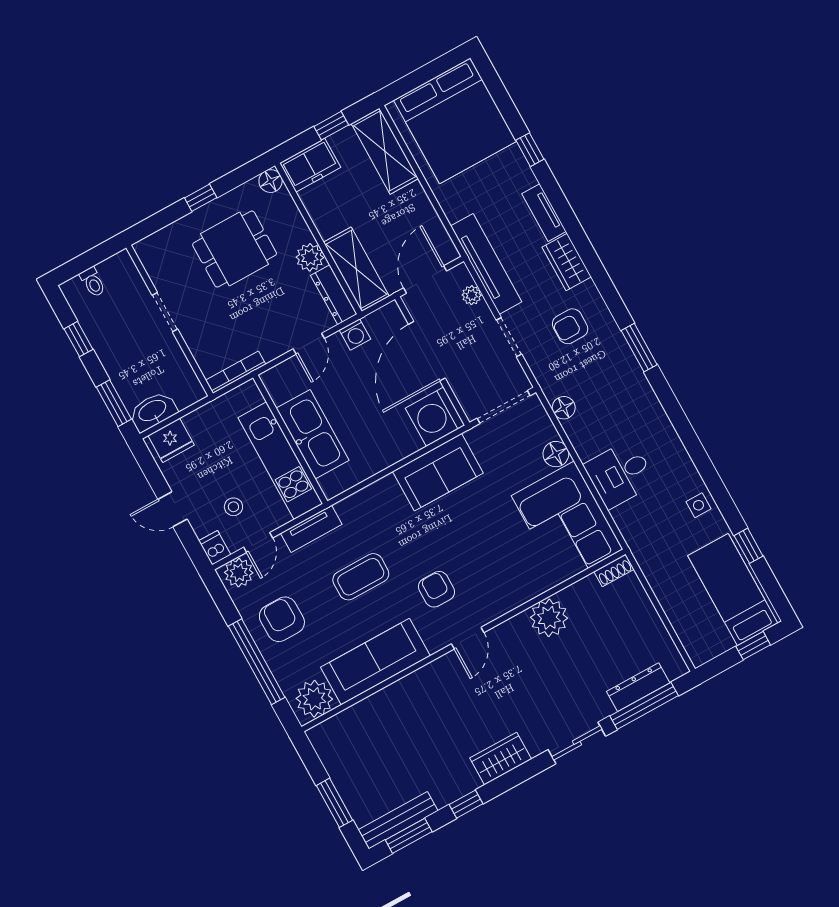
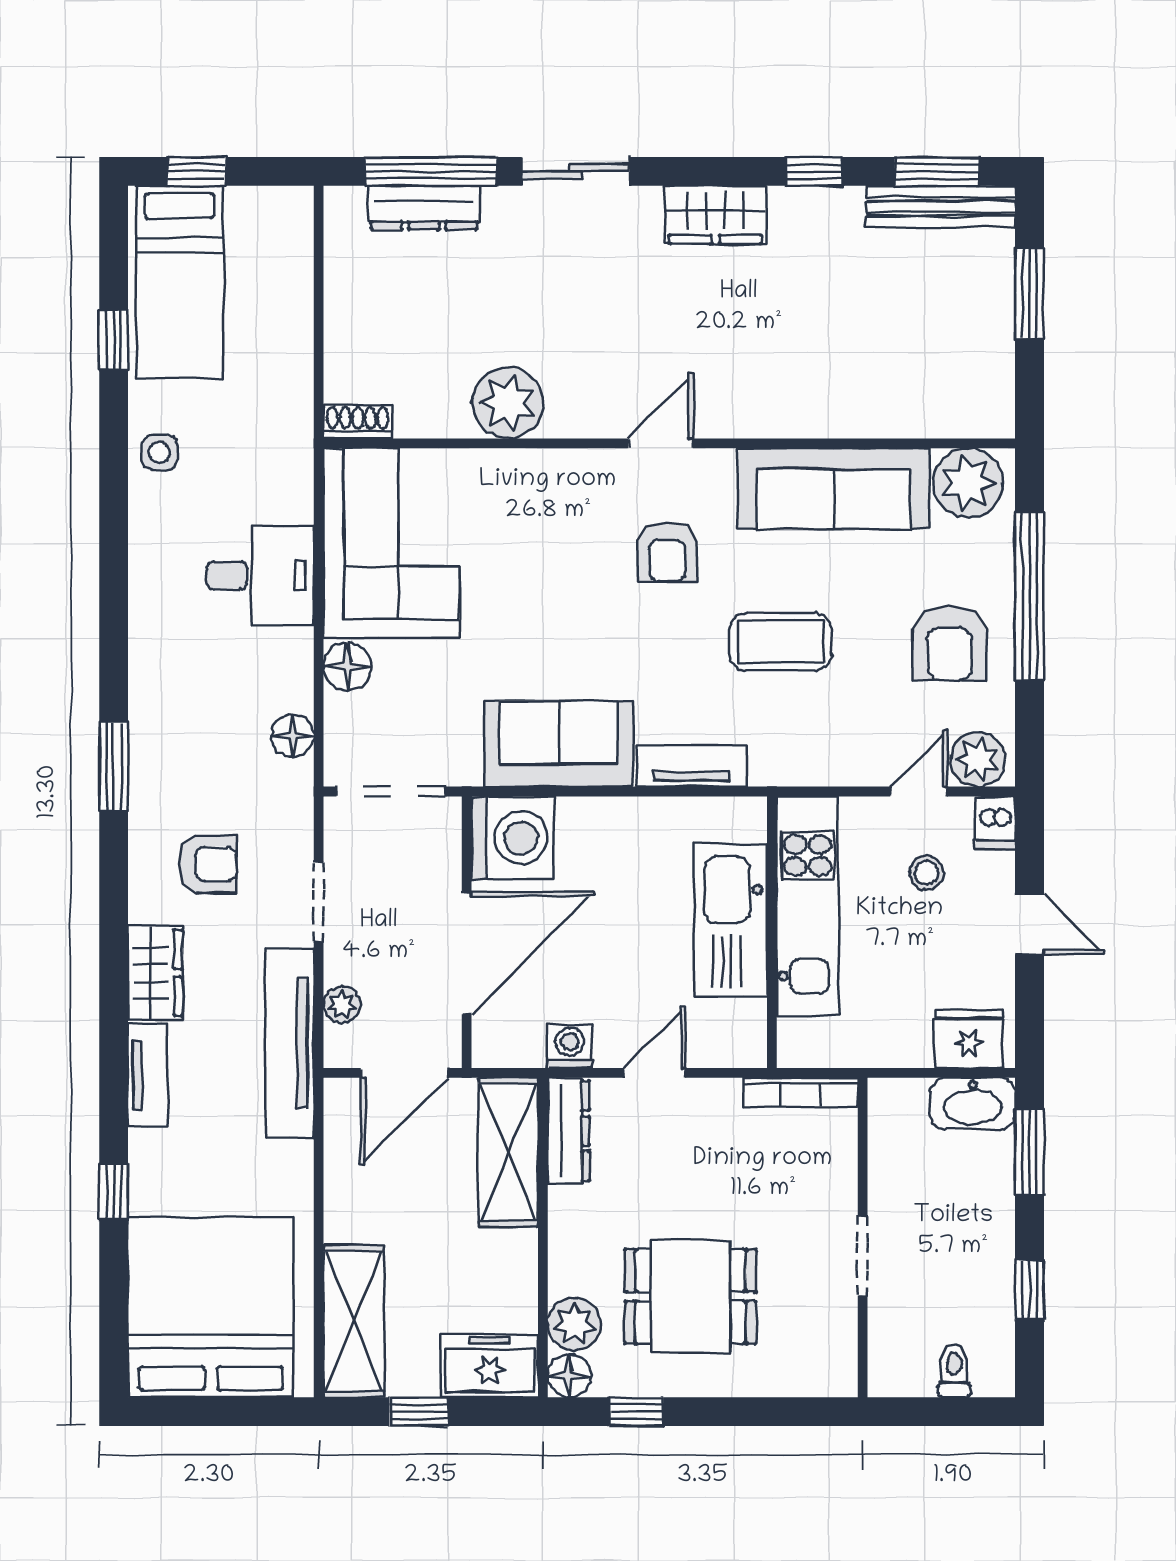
window: (201, 198) -> (636, 1412), moved
plant: (310, 257) -> (574, 1324), moved
tv unit: (311, 529) -> (691, 766), moved

